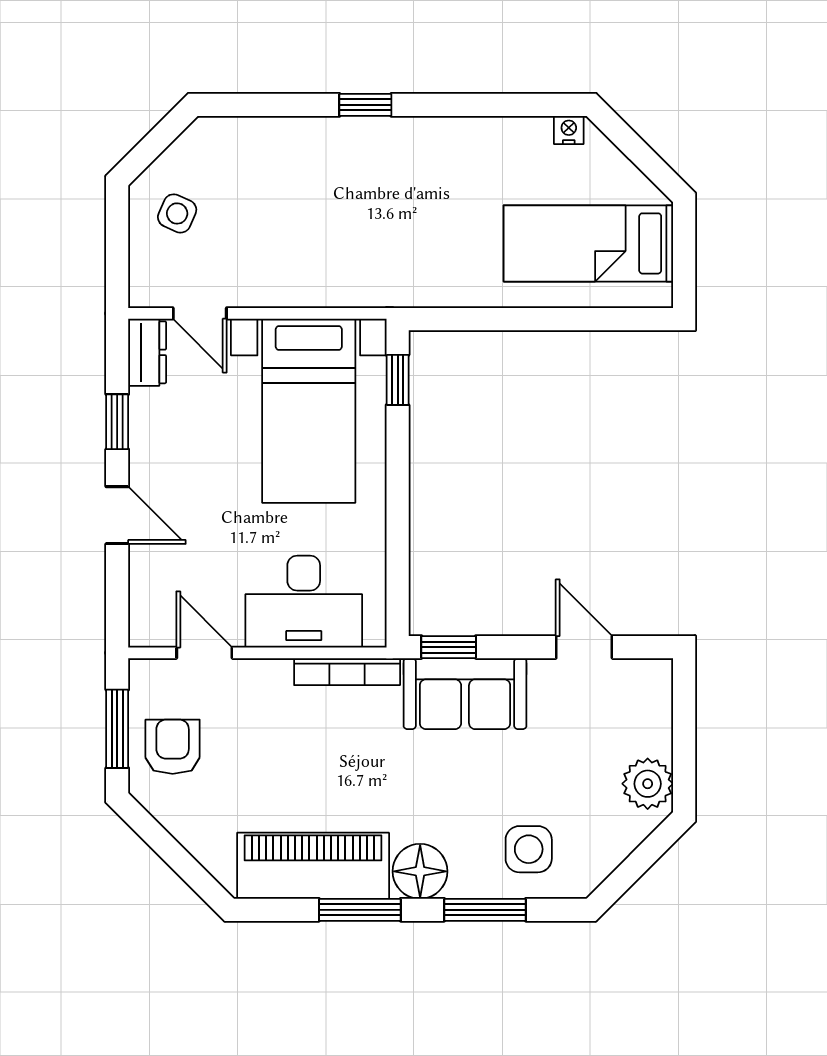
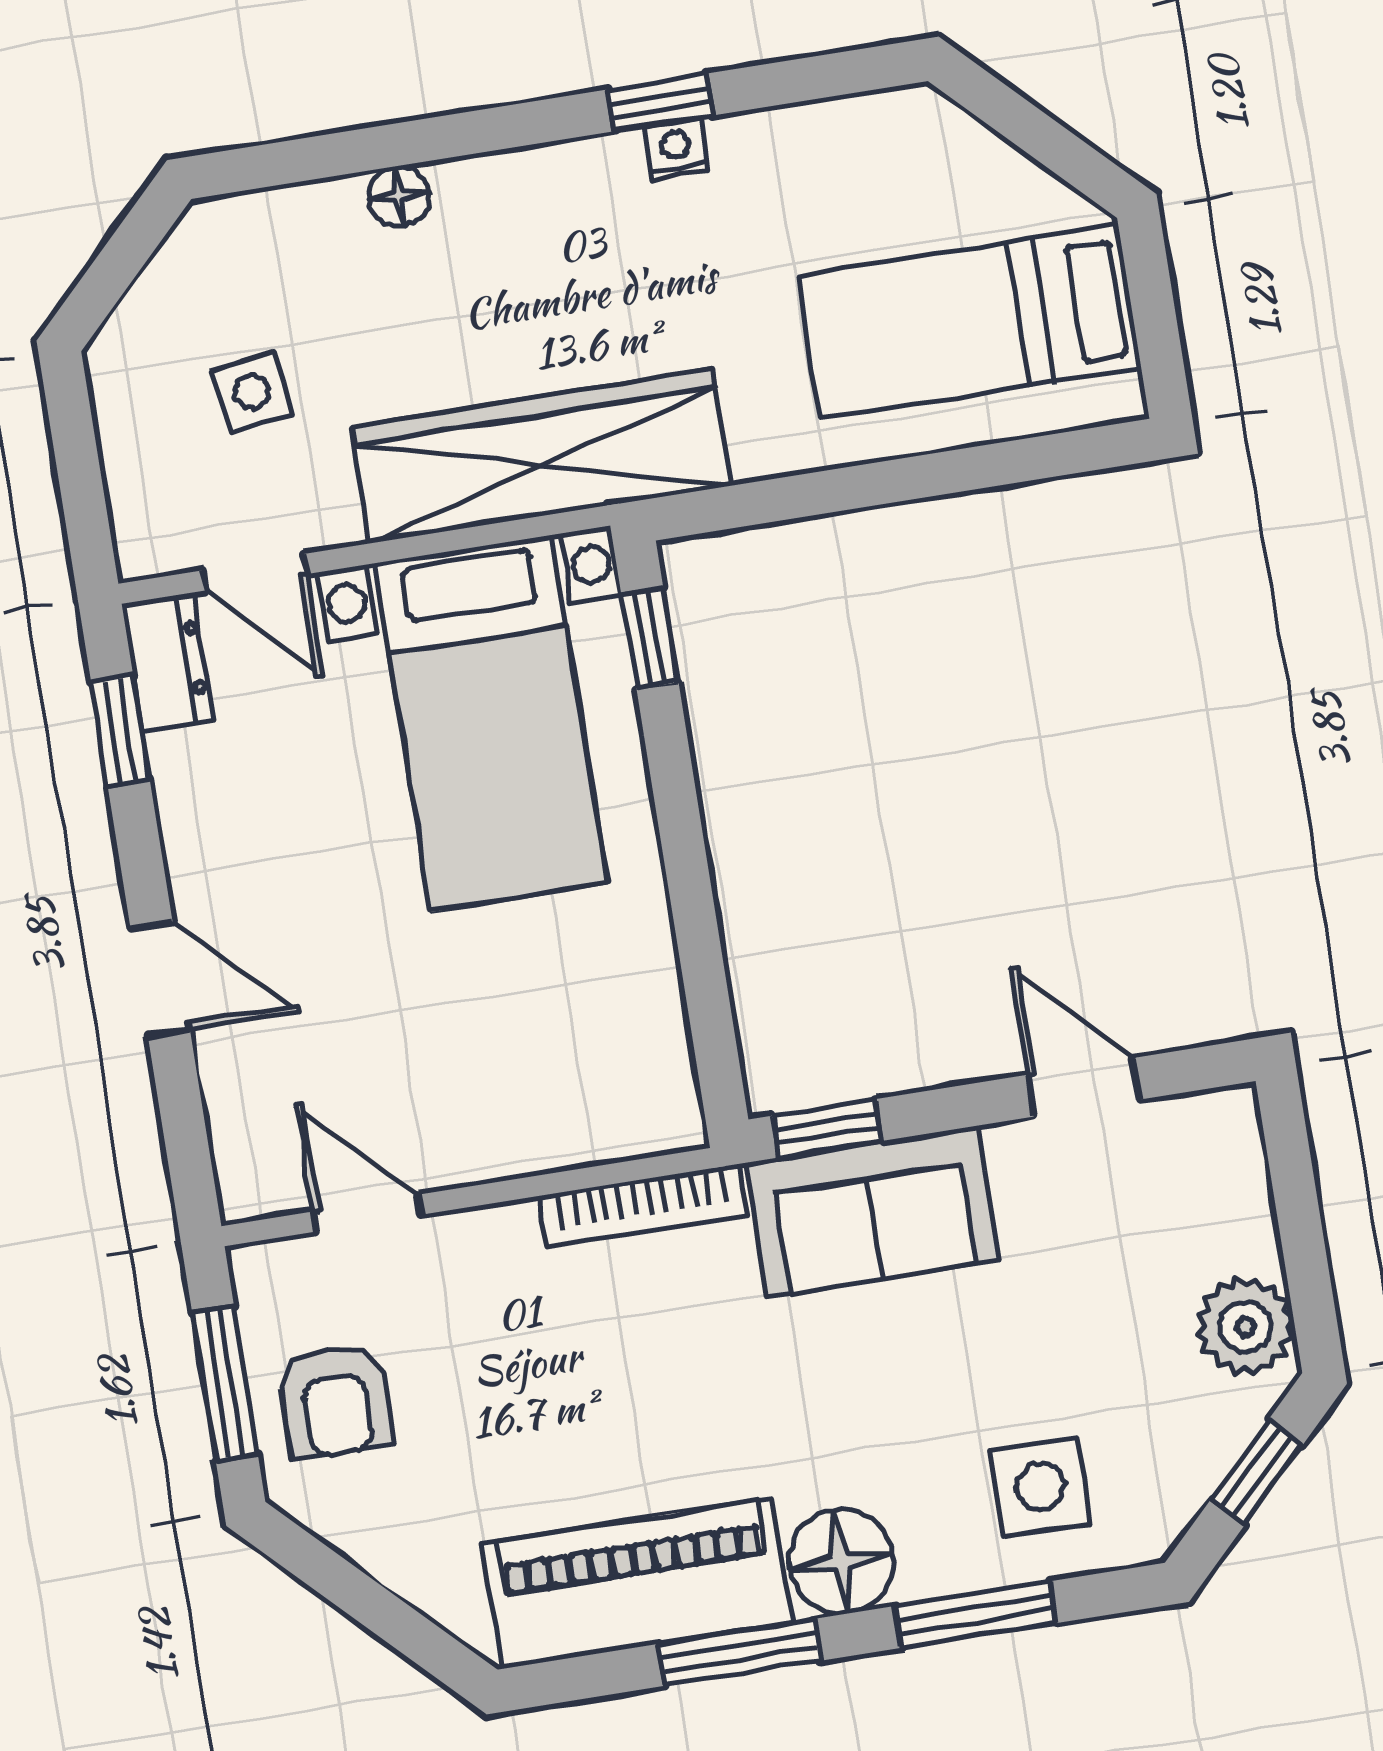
window: (365, 105) -> (661, 102), moved
nightstand: (569, 130) -> (676, 149), moved
floor lamp: (305, 132) -> (399, 196), added
side table: (177, 213) -> (252, 392), moved, turned -33
wardrobe: (357, 277) -> (541, 456), added
window: (117, 422) -> (120, 731), moved
desk: (304, 602) -> (539, 1086), removed
armchair: (173, 747) -> (335, 1401), turned 180
window: (641, 859) -> (1257, 1472), added

